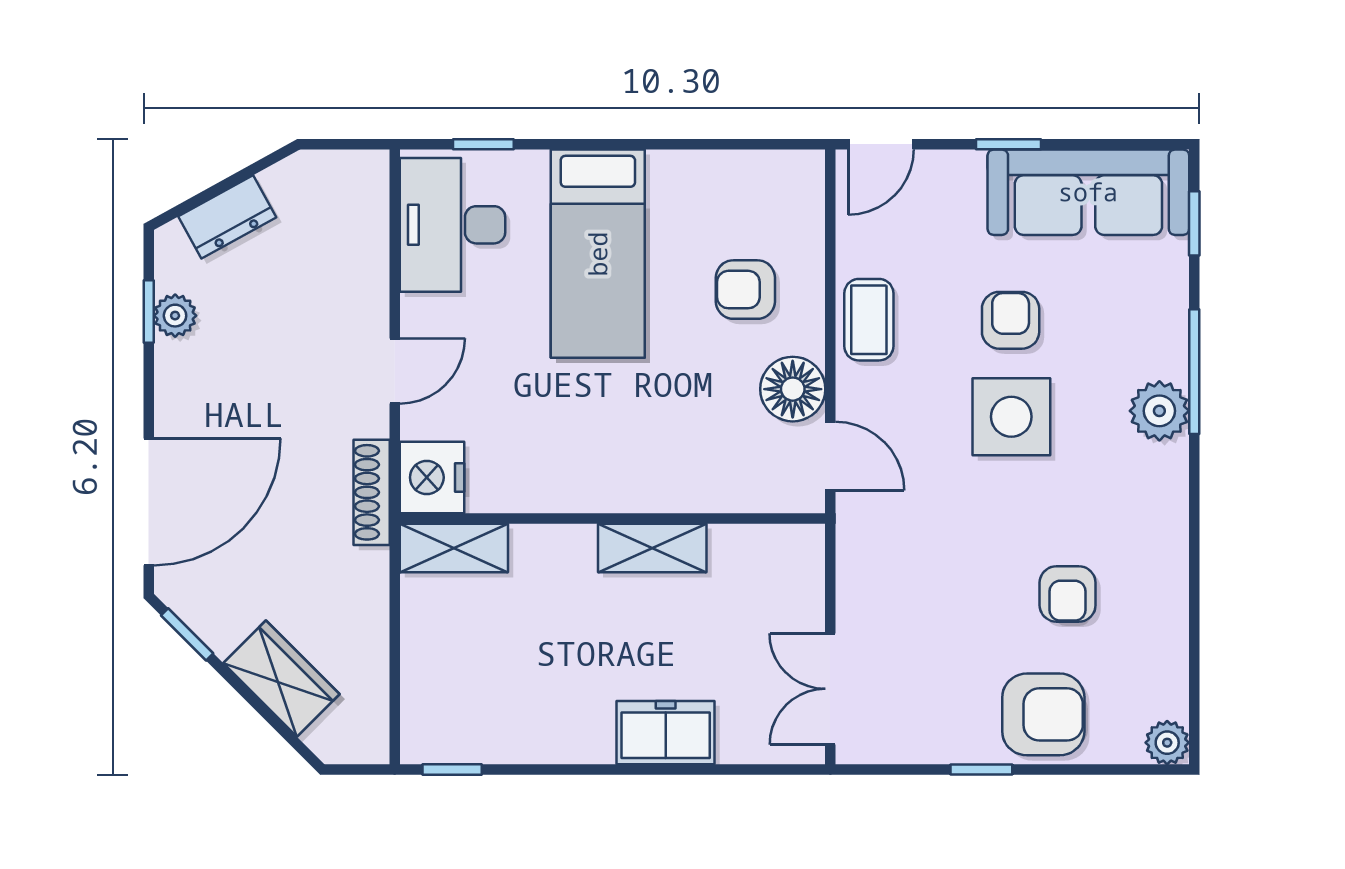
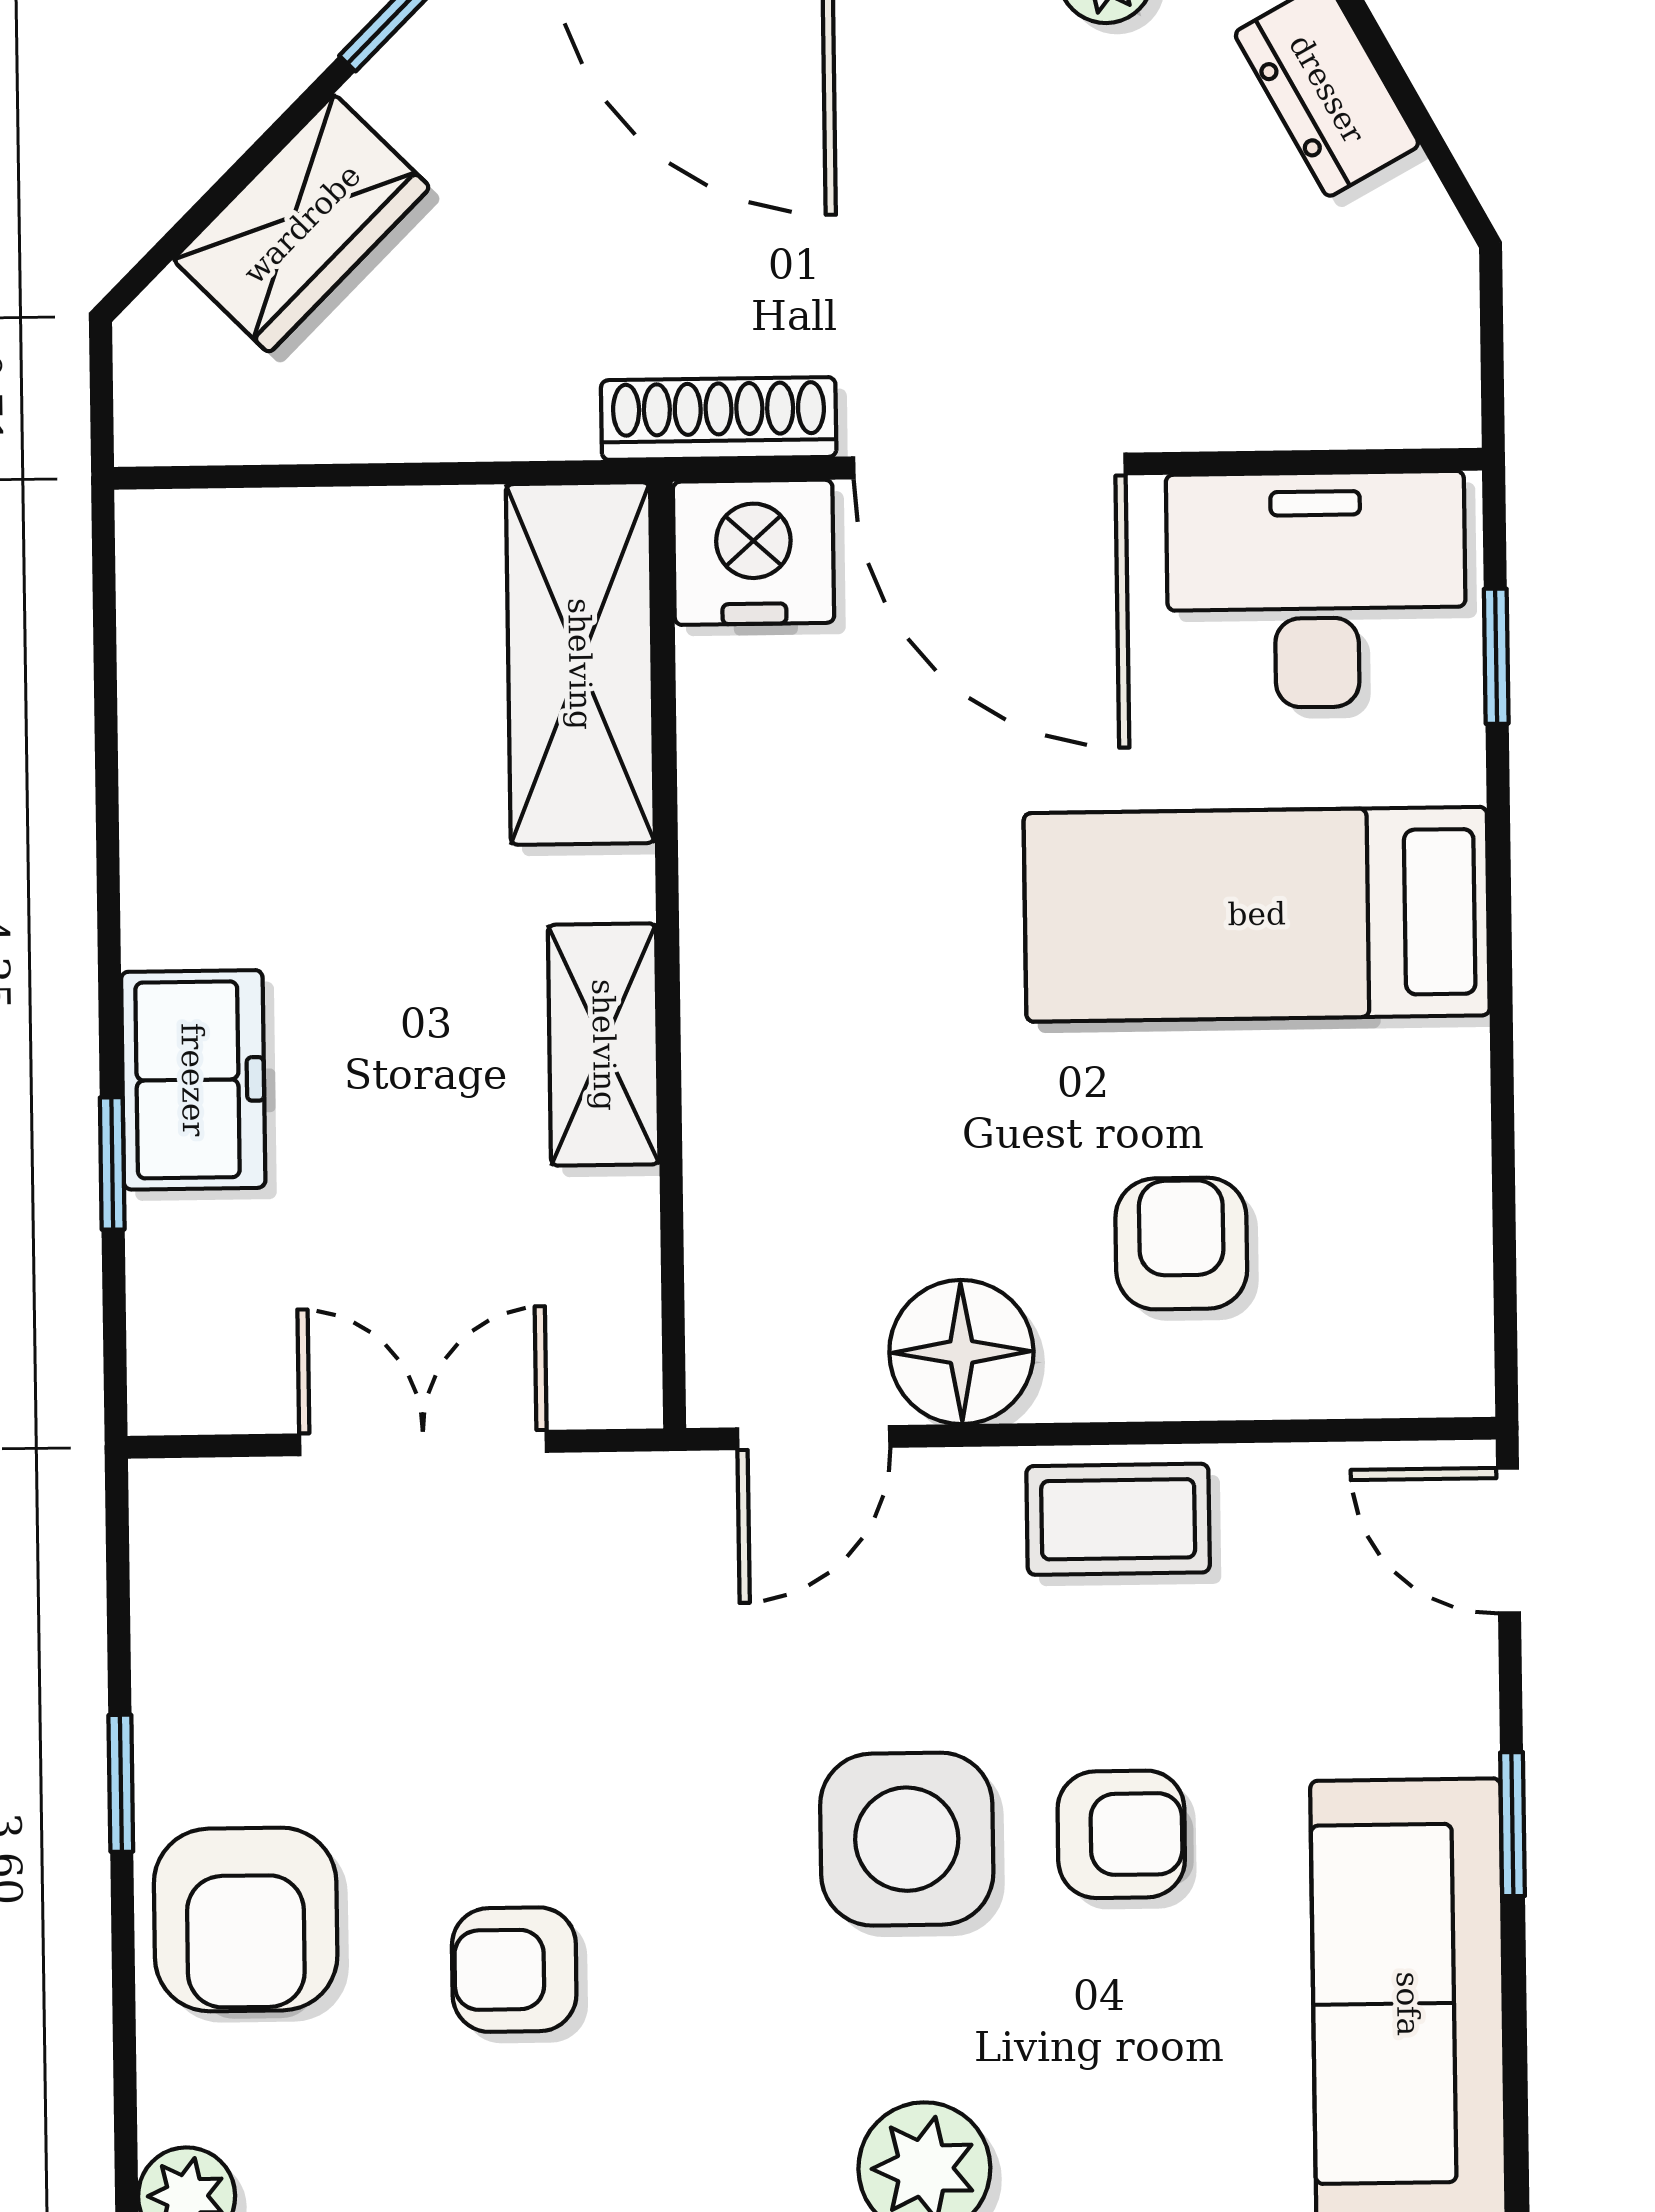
door: (395, 371) -> (989, 466), width x1.87
shelving: (454, 548) -> (580, 664), width x1.50, depth x1.33
double door: (830, 689) -> (423, 1443), moved
window: (452, 770) -> (112, 1163), moved

